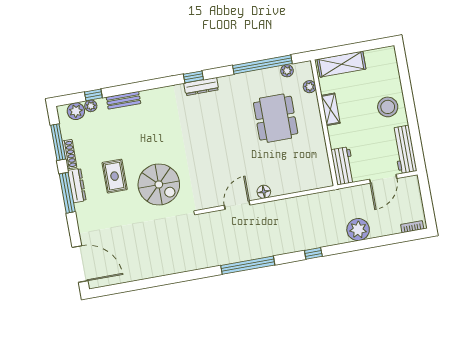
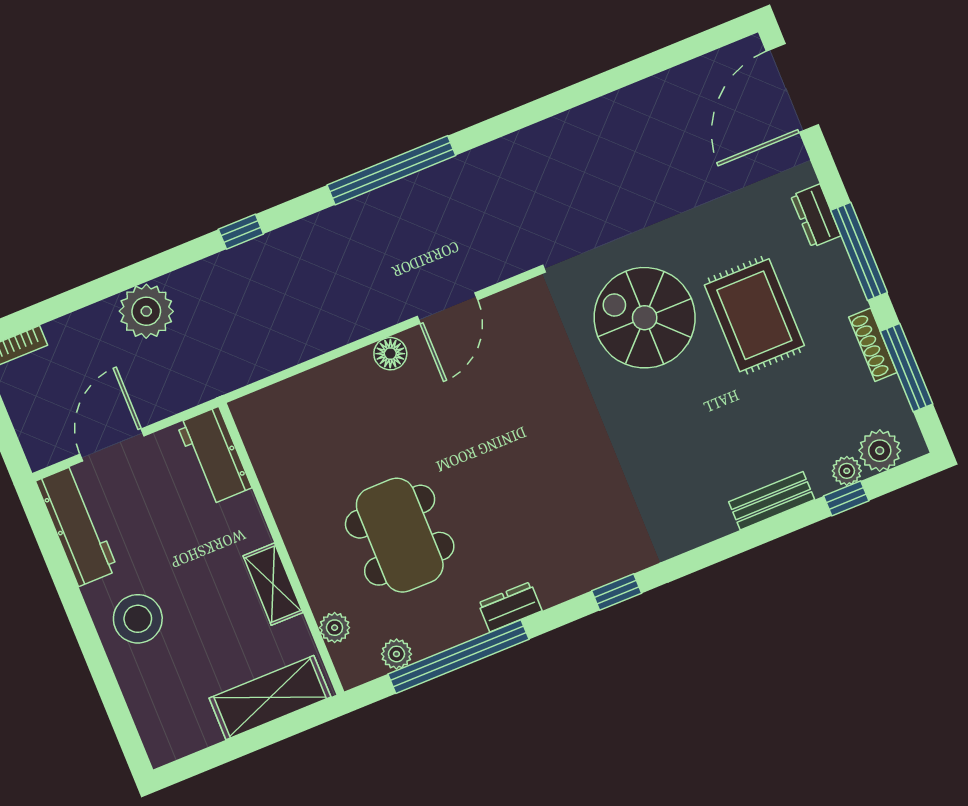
dresser: (201, 87) -> (510, 607), moved, width x0.70
rug: (115, 176) -> (754, 315), width x1.36, depth x1.43
dresser: (77, 185) -> (816, 216), moved, width x0.70
door: (80, 264) -> (792, 88), hinge flipped

